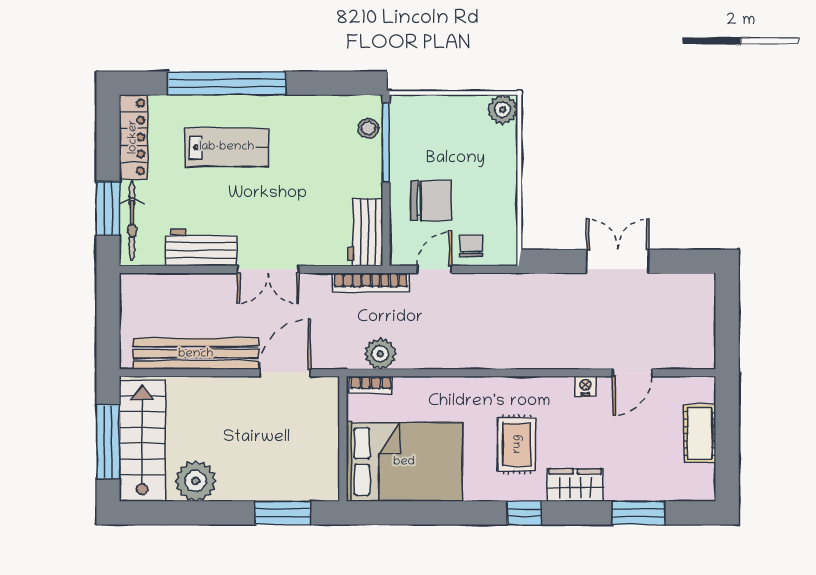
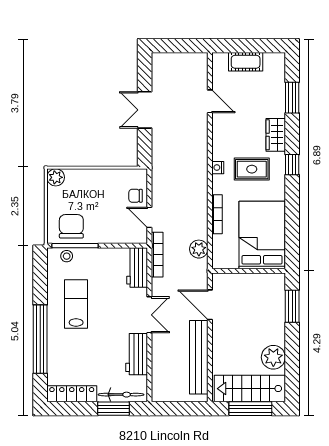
lab bench: (227, 147) -> (76, 304), moved
chair: (431, 200) -> (71, 226), moved
workbench: (365, 232) -> (137, 268), moved, turned 90
bookcase: (371, 385) -> (217, 214), moved, width x1.56
nightstand: (585, 386) -> (218, 168), moved

